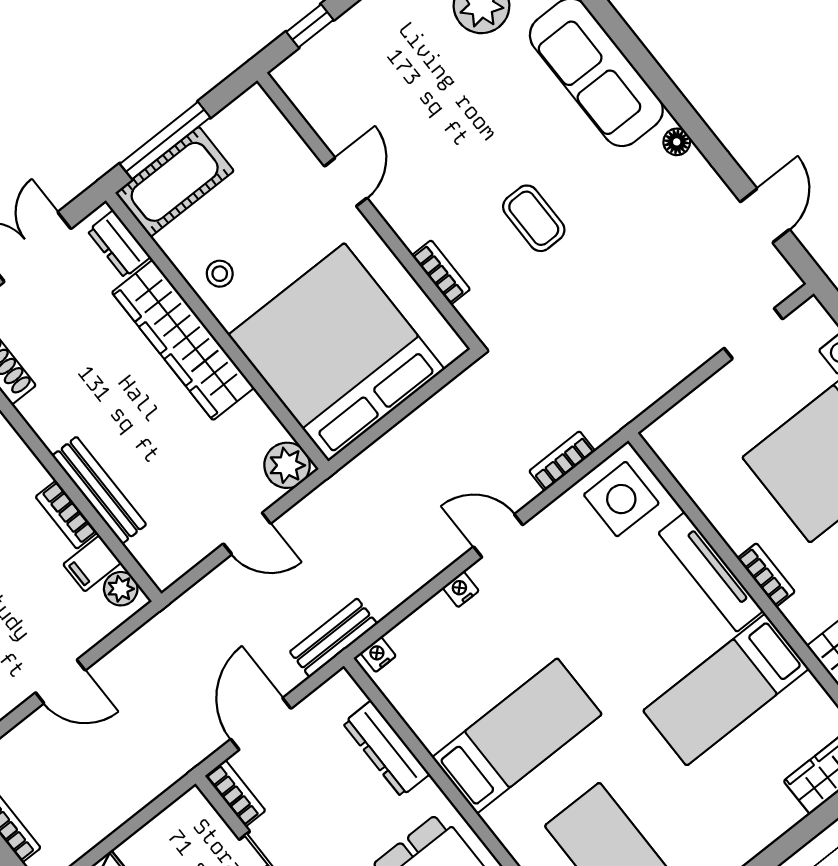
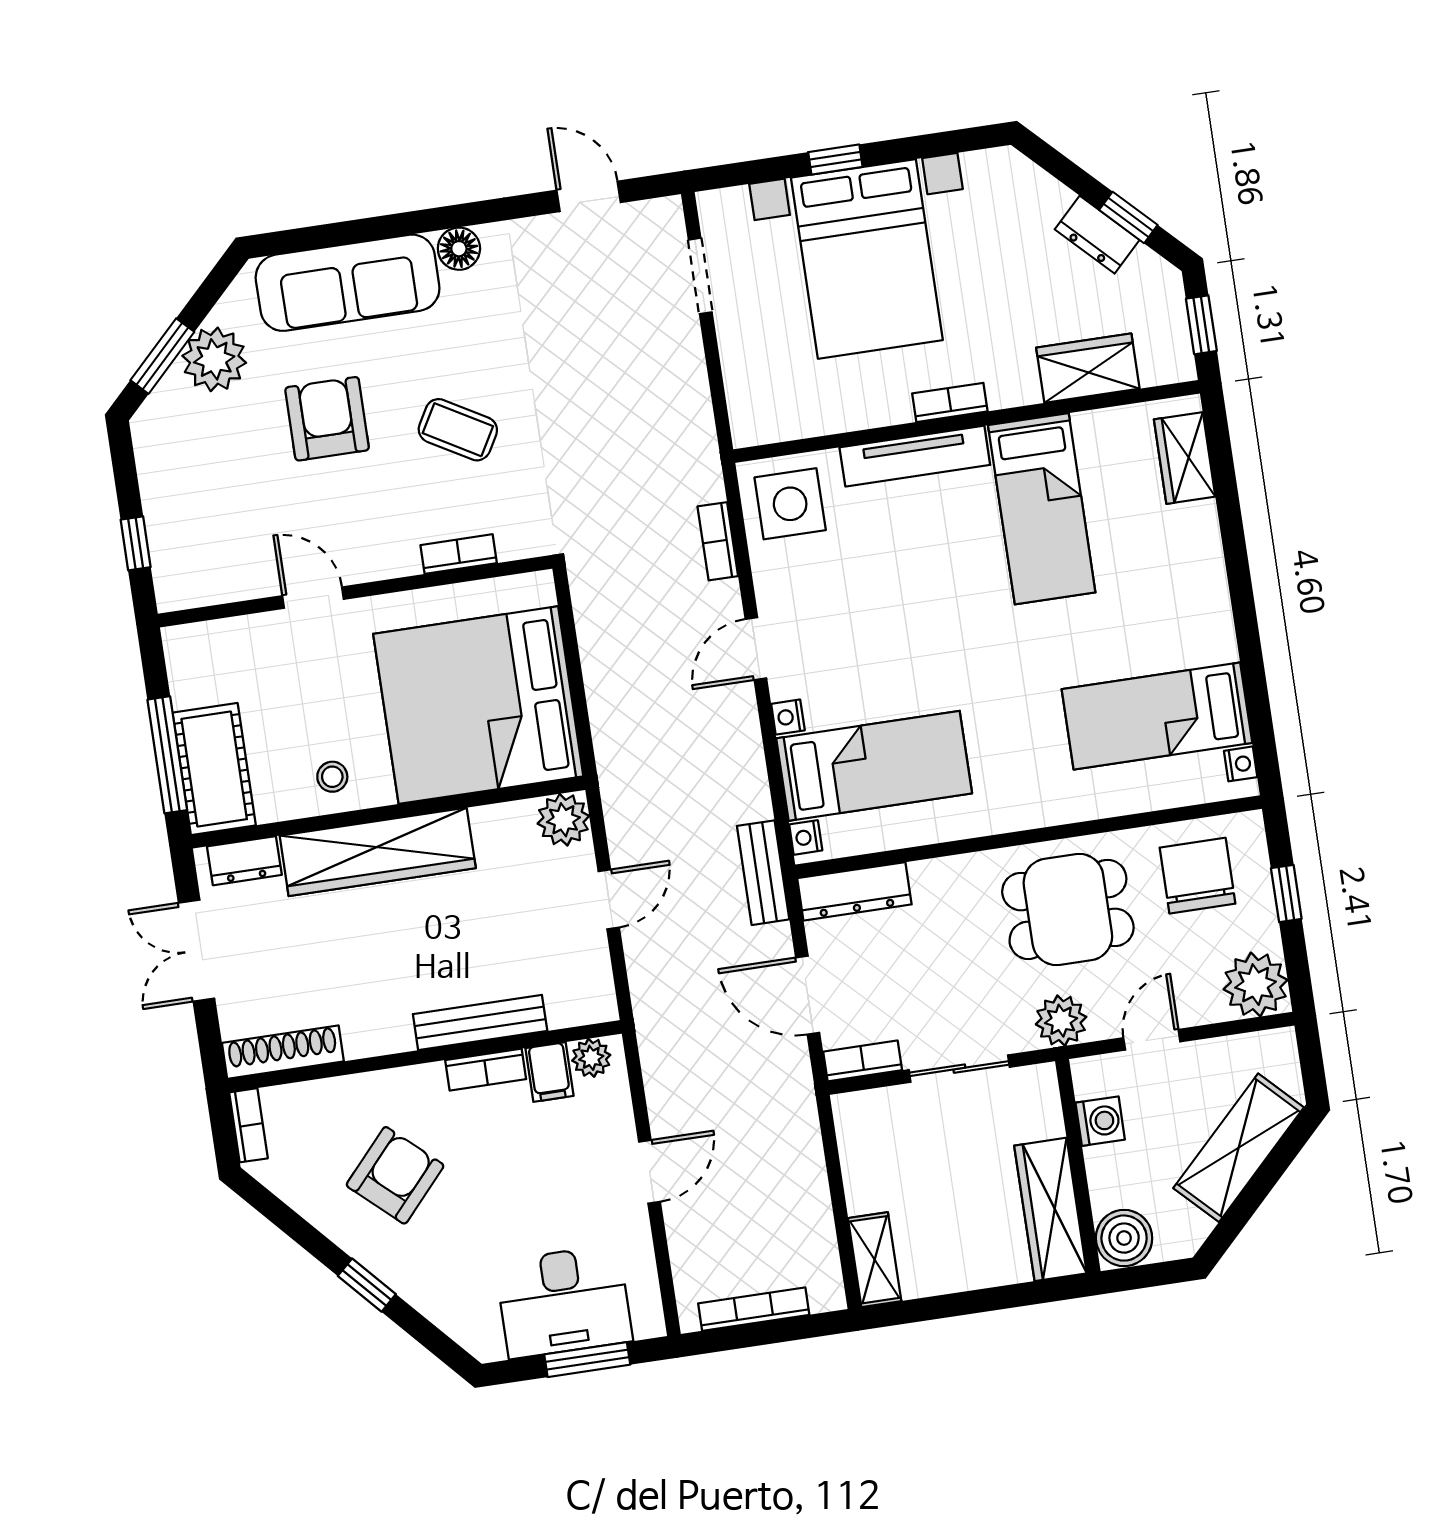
armchair: (486, 116) -> (327, 419), added
floor lamp: (677, 142) -> (459, 249), width x1.37, depth x1.37
coffee table: (534, 218) -> (458, 430), turned 30
bed: (517, 736) -> (874, 766), moved, turned 90
dresser: (386, 749) -> (854, 891), moved

